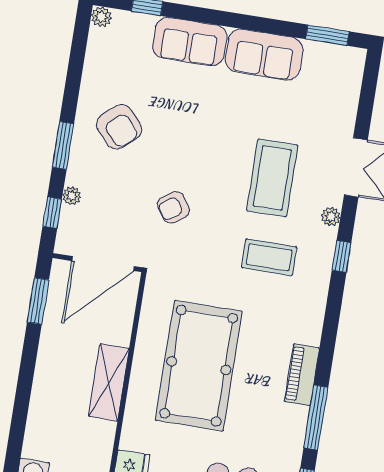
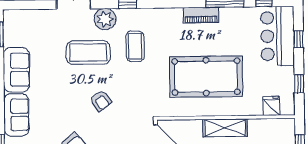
armchair: (173, 207) -> (101, 101), moved
plant: (331, 217) -> (105, 19), width x1.87, depth x1.87

